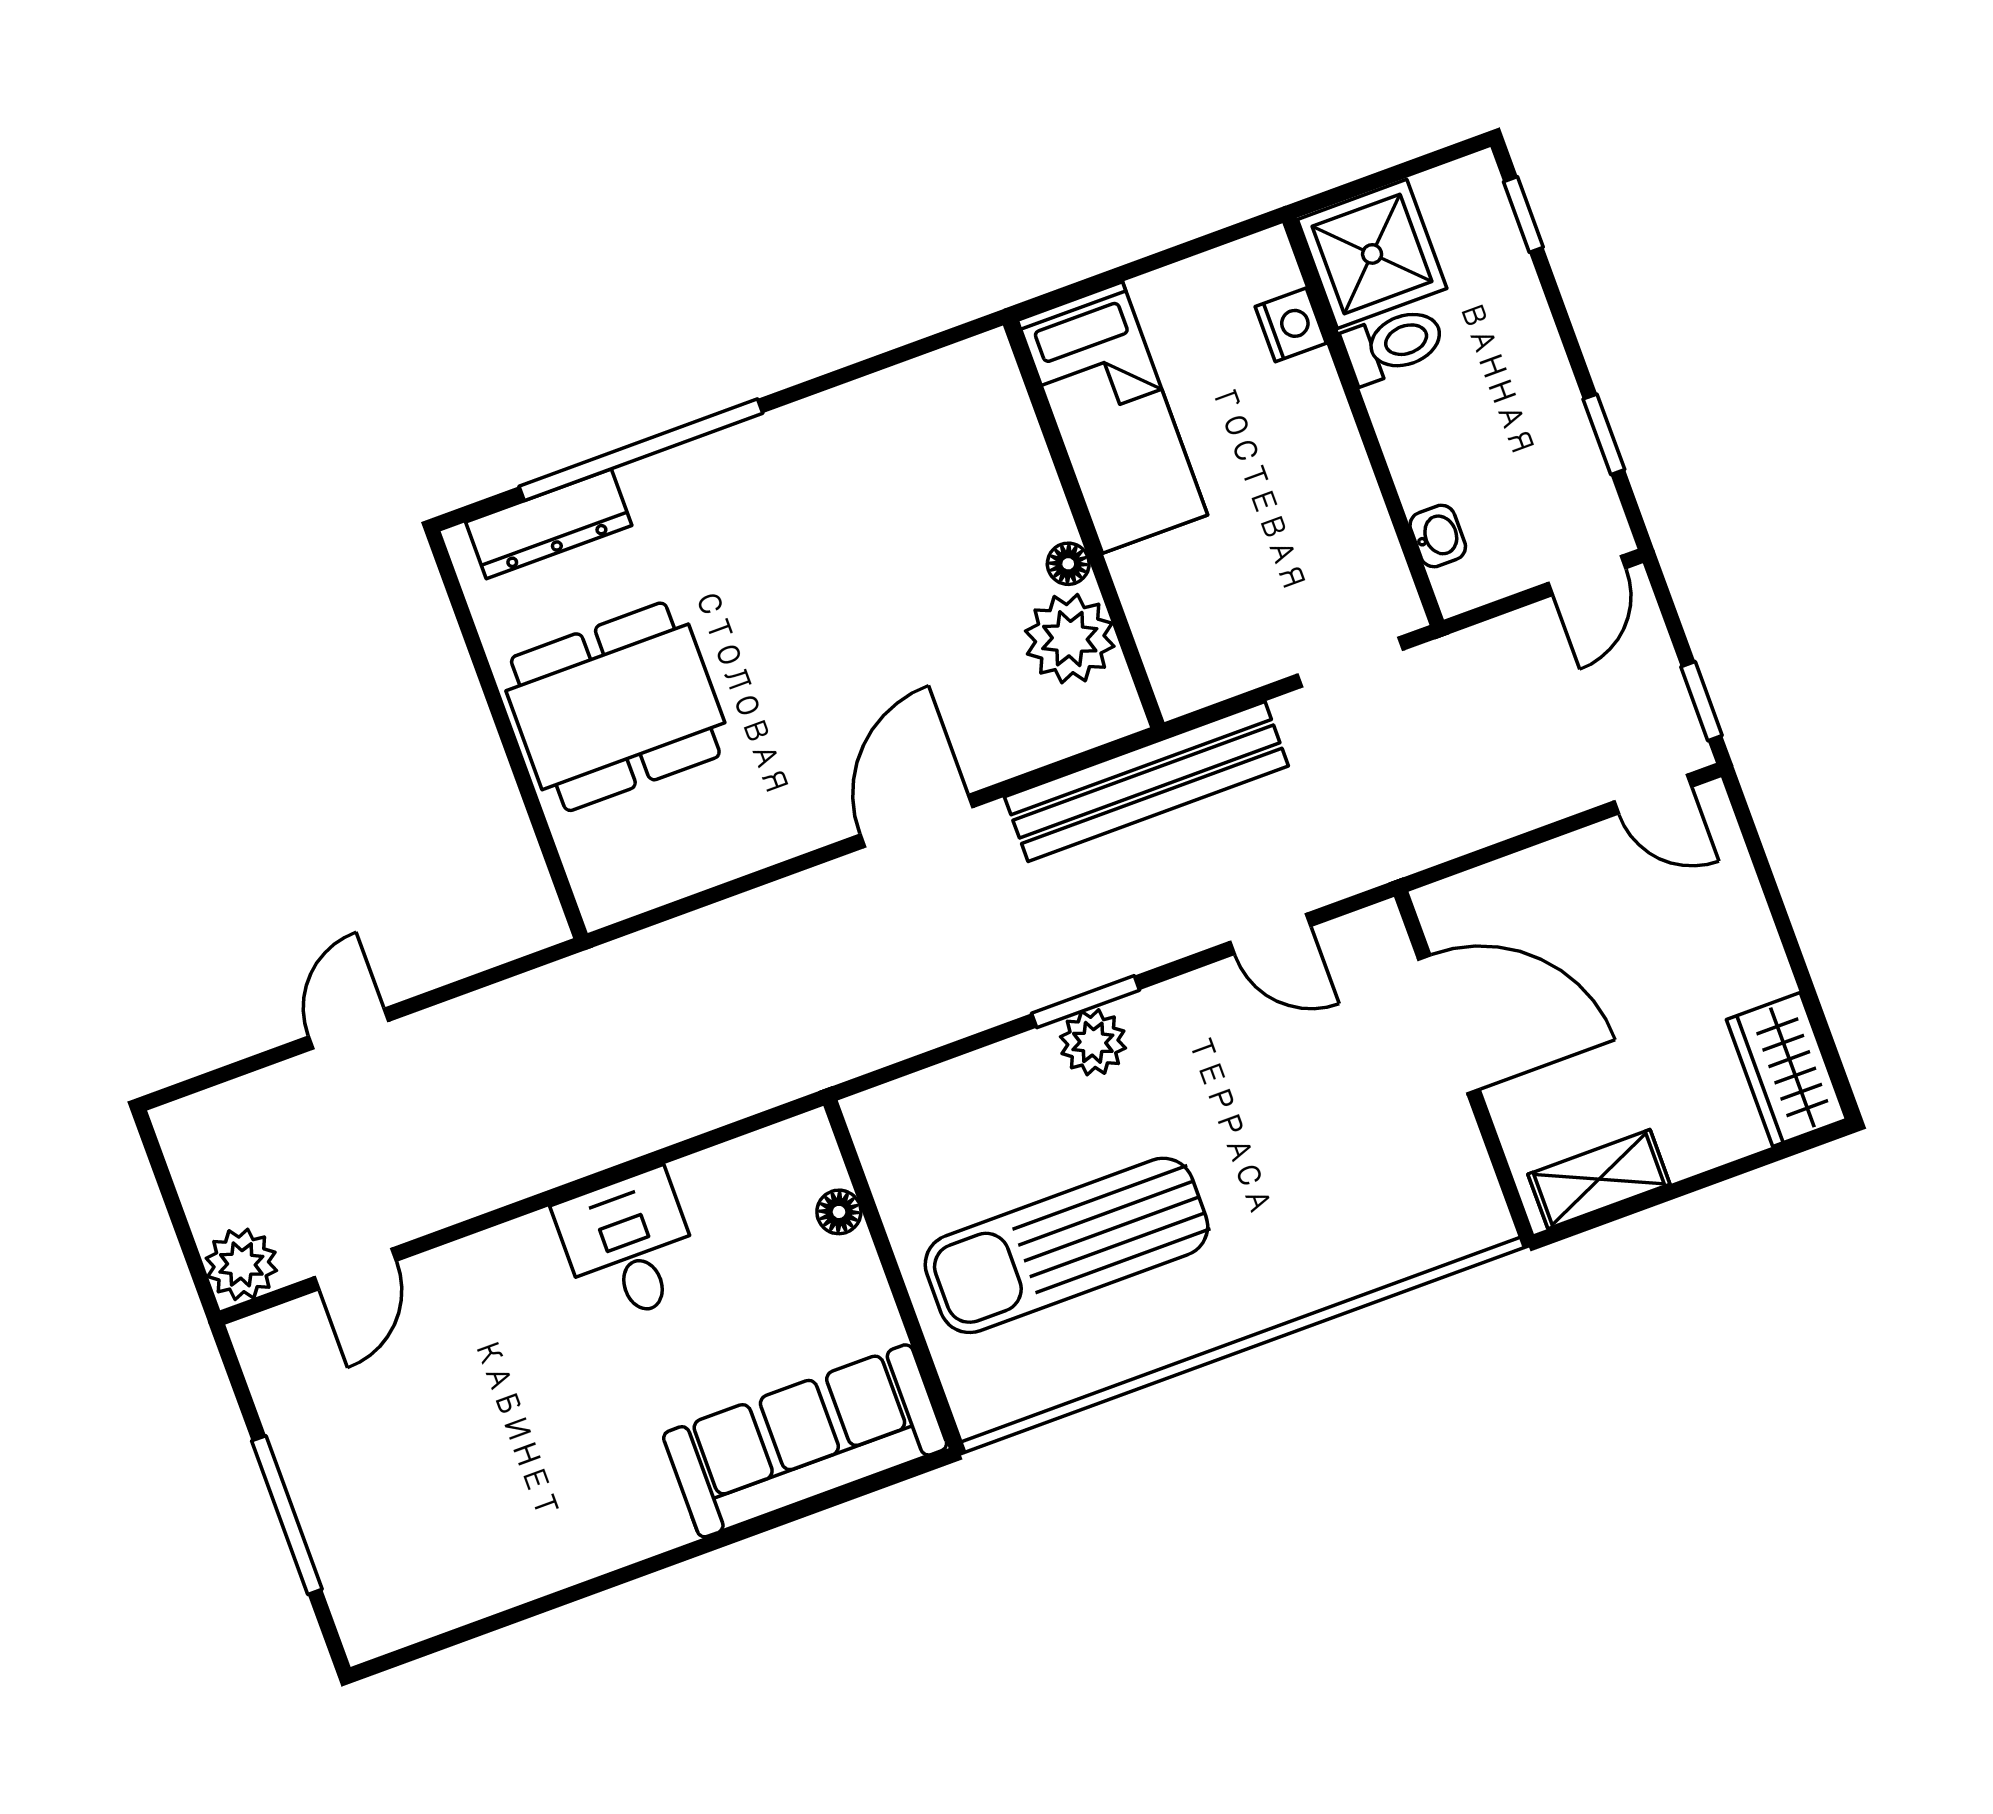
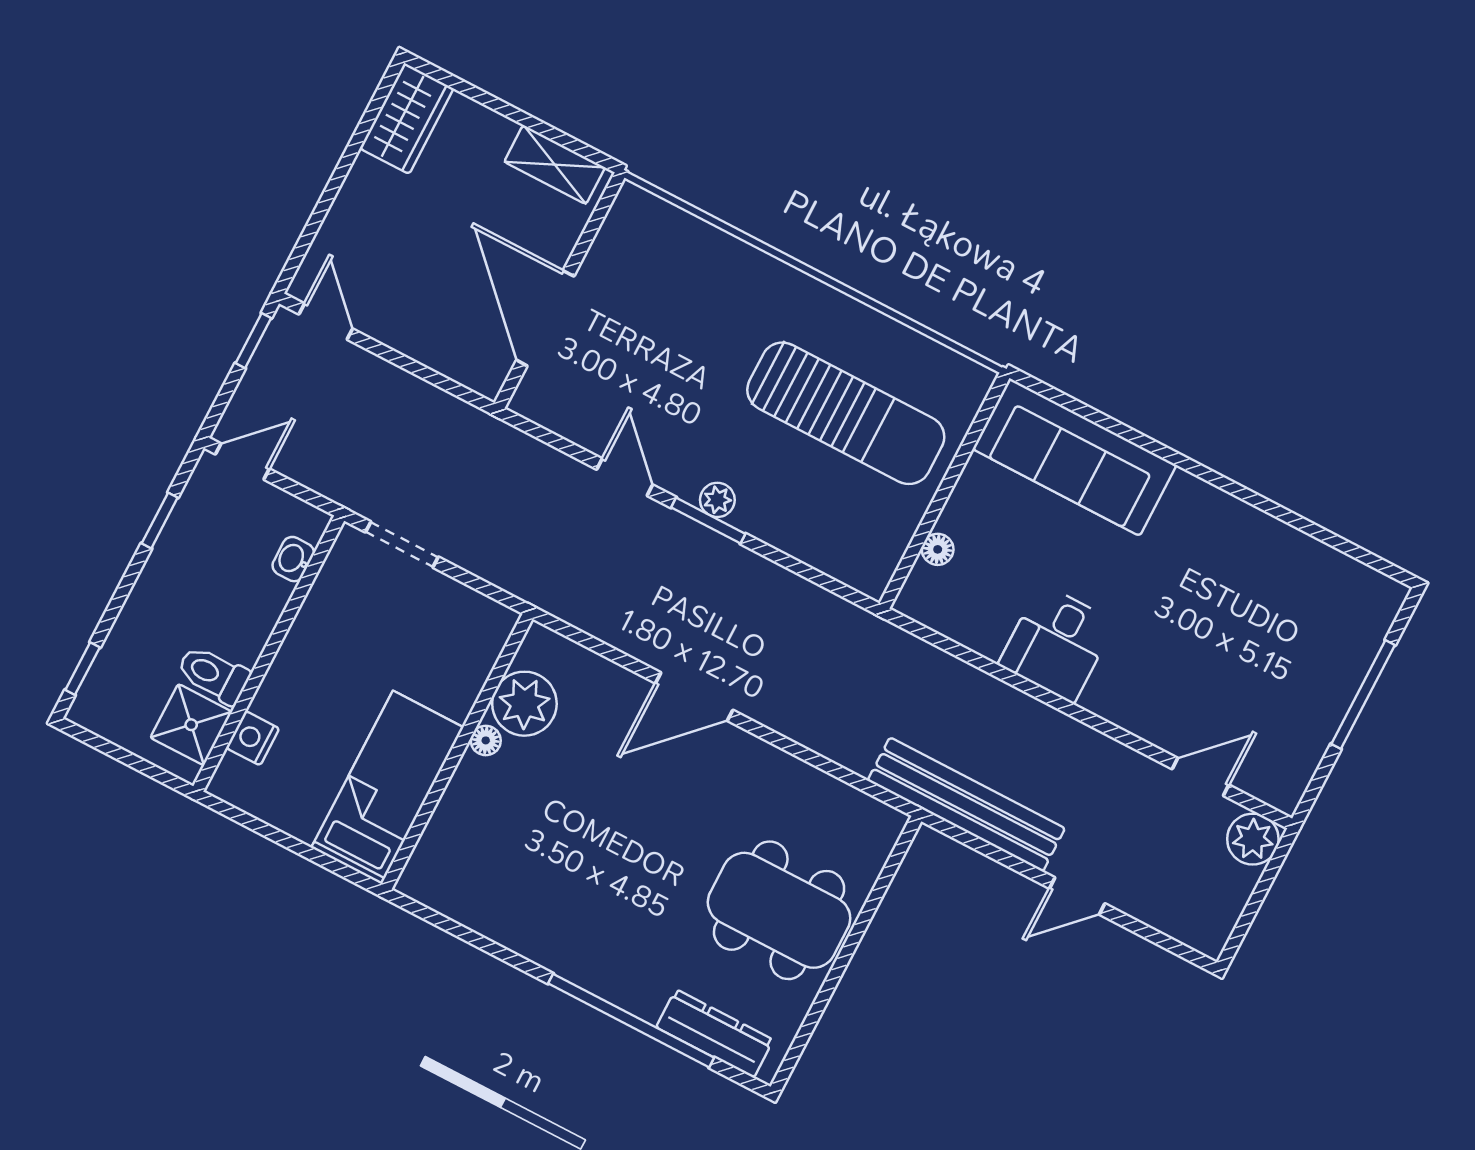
shower: (1372, 254) -> (191, 725), width x0.73, depth x0.73
bench: (1146, 781) -> (966, 804), moved
door: (1270, 934) -> (625, 477), moved
plant: (1093, 1042) -> (717, 500), width x0.73, depth x0.73

